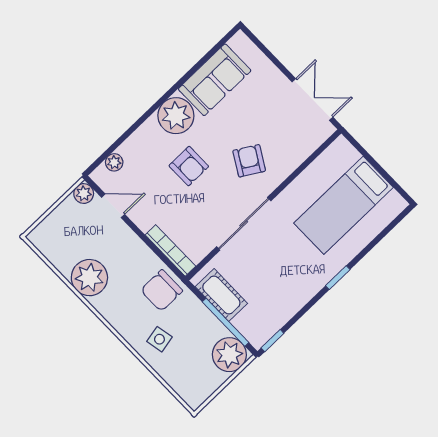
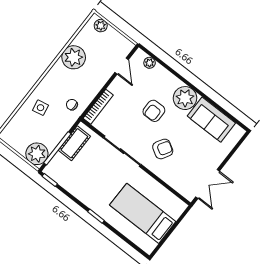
plant: (84, 193) -> (101, 26), moved
chair: (162, 290) -> (72, 105), width x0.54, depth x0.54

